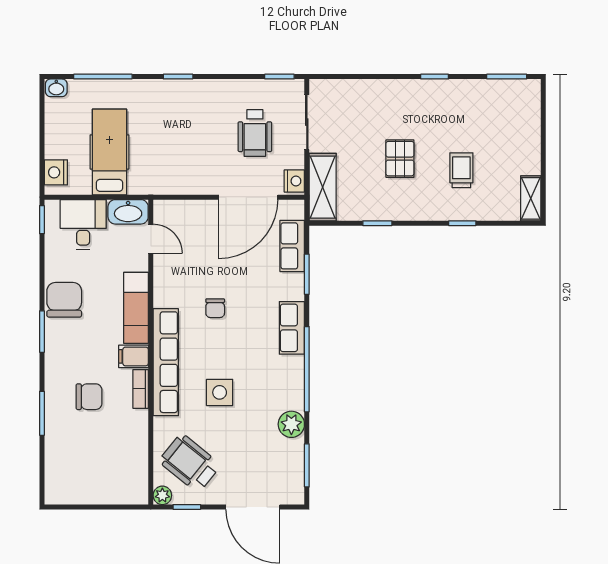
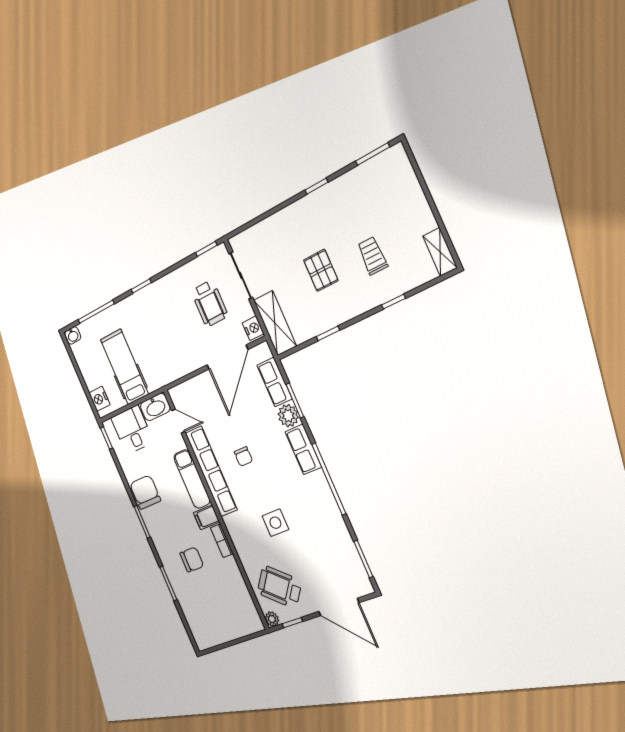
row of seats: (166, 362) -> (211, 471), moved
plant: (291, 424) -> (288, 416), moved

